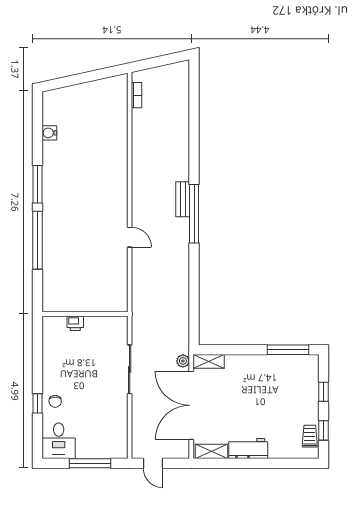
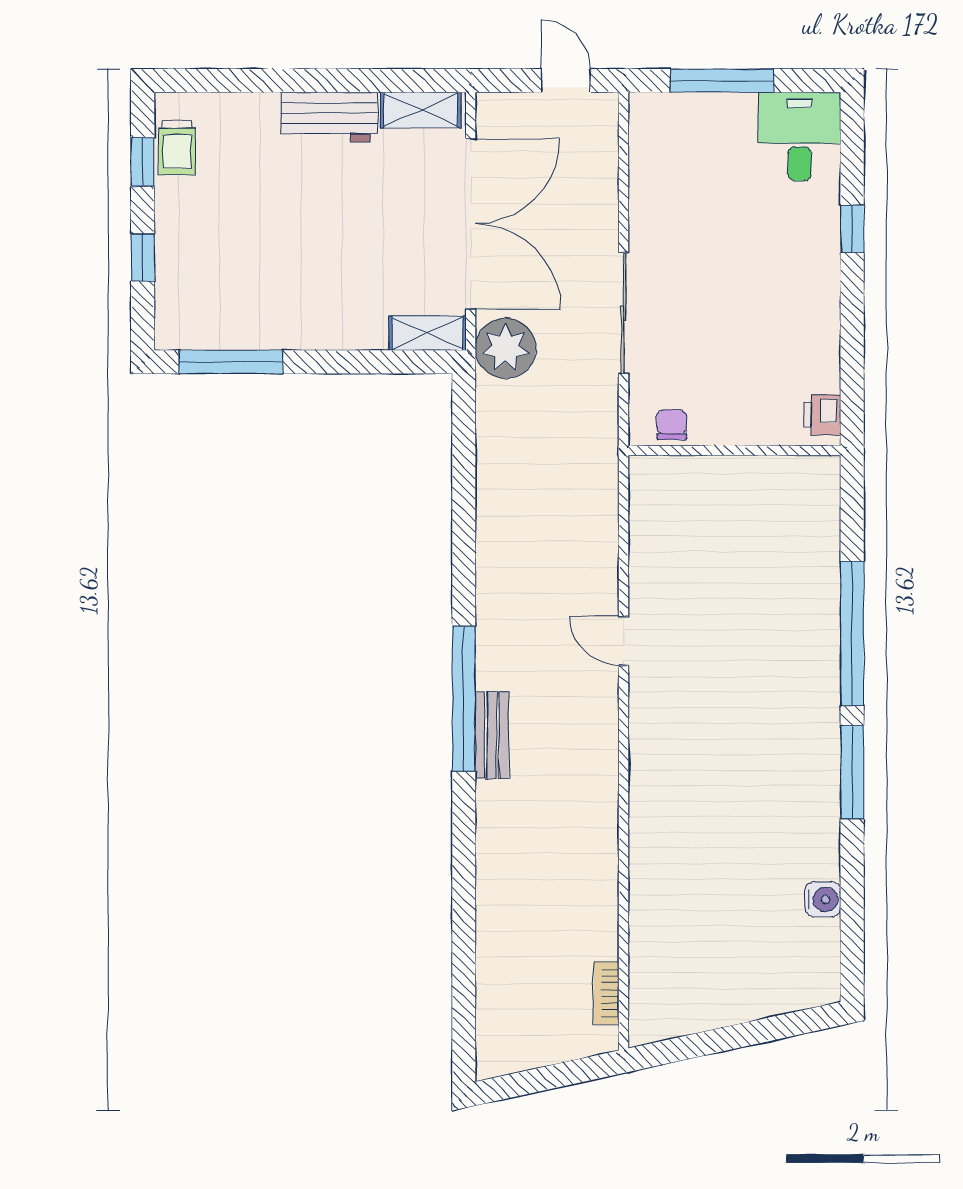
printer: (75, 323) -> (822, 415), moved, turned -90
plant: (183, 361) -> (506, 348), width x1.87, depth x1.87
chair: (55, 401) -> (672, 425), moved

